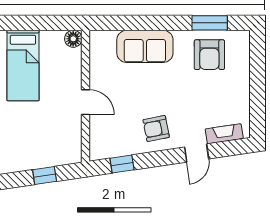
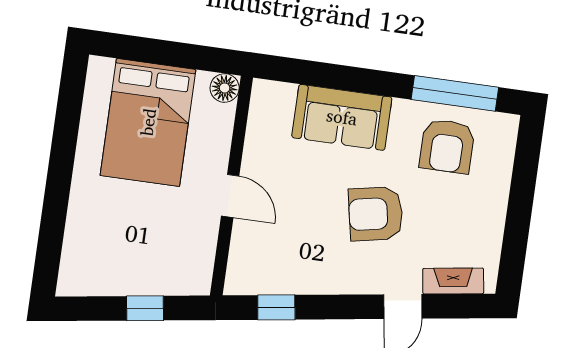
window: (210, 23) -> (455, 93), width x1.44
bed: (23, 66) -> (148, 122), width x1.50
armchair: (156, 129) -> (376, 214), moved, width x1.38, depth x1.38

